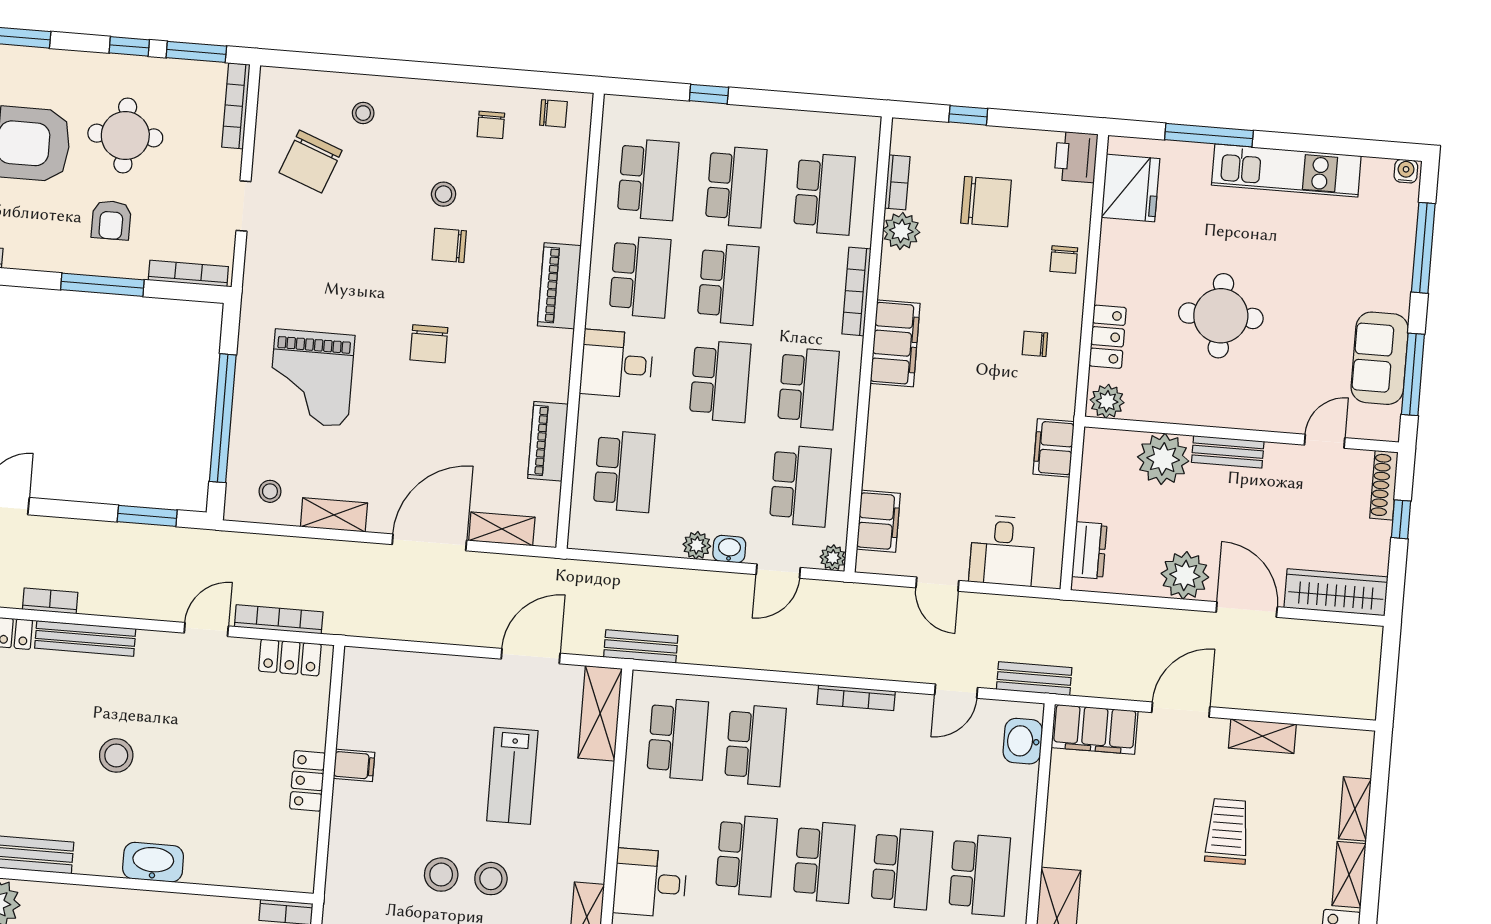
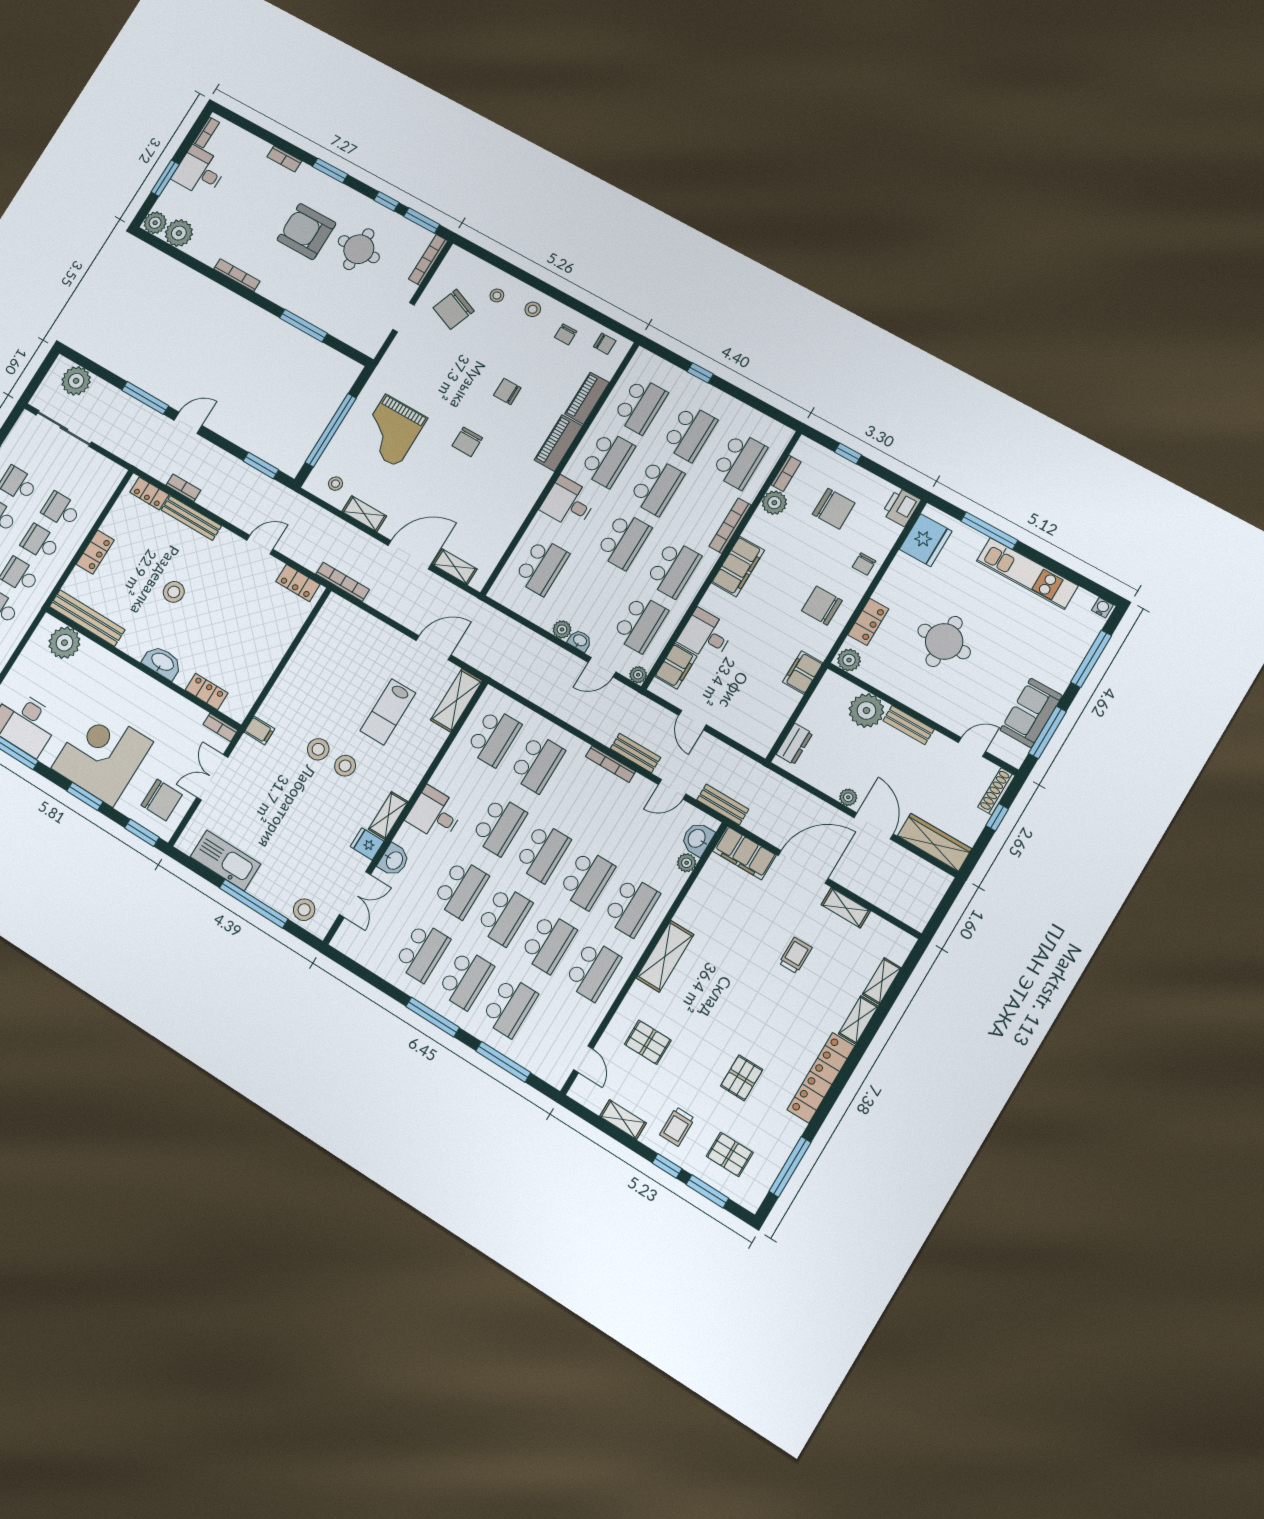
stool: (444, 194) -> (533, 309), moved
armchair: (111, 220) -> (327, 292), removed
bookcase: (188, 273) -> (354, 341), removed
chair: (1035, 344) -> (822, 606), width x1.87, depth x1.87
piano: (548, 441) -> (587, 398), moved
desk: (1002, 551) -> (706, 635), moved, turned 90
plant: (1185, 575) -> (848, 797), width x0.53, depth x0.53
bookcase: (279, 619) -> (343, 582), moved
bench: (641, 646) -> (635, 753), moved
door: (1181, 710) -> (803, 867), width x1.36
filing cabinet: (354, 765) -> (259, 730), moved
plant: (1024, 780) -> (687, 863), added
locker: (307, 781) -> (206, 691), moved, turned 90
trolley: (1227, 831) -> (795, 955), width x0.73, depth x0.72

